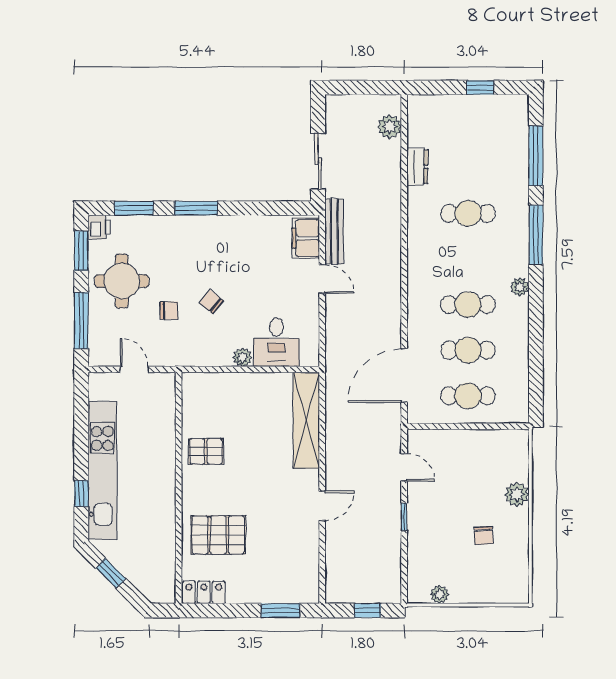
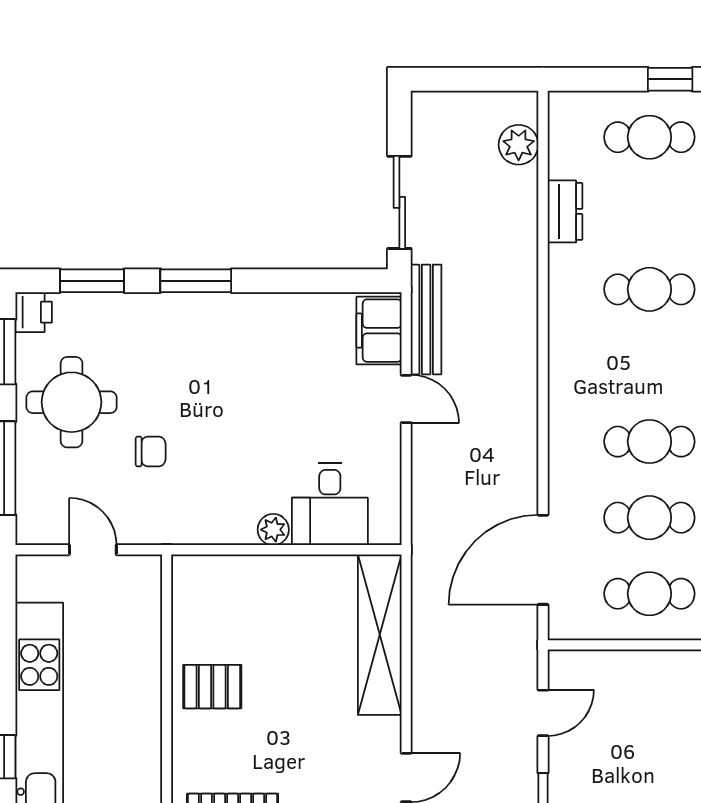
cafe table: (468, 122) -> (649, 137), added
chair: (211, 302) -> (221, 437), removed
door: (404, 467) -> (543, 713), hinge flipped

